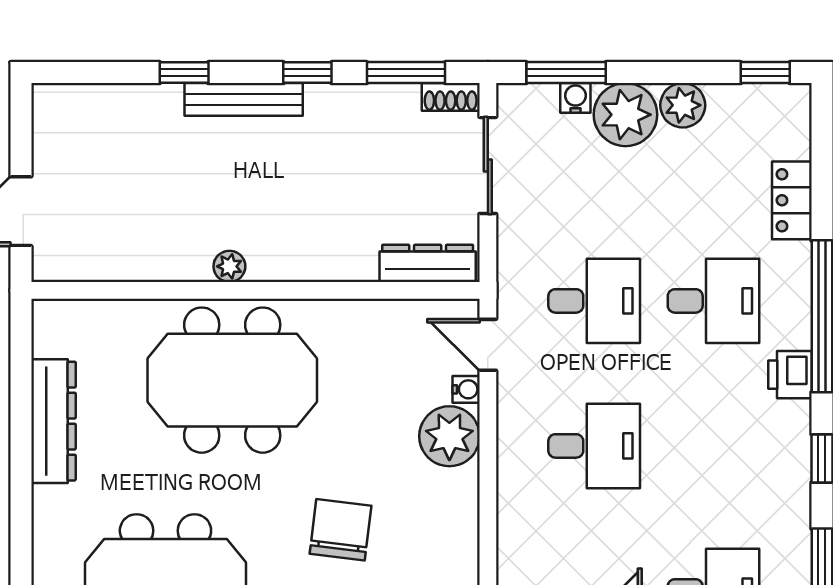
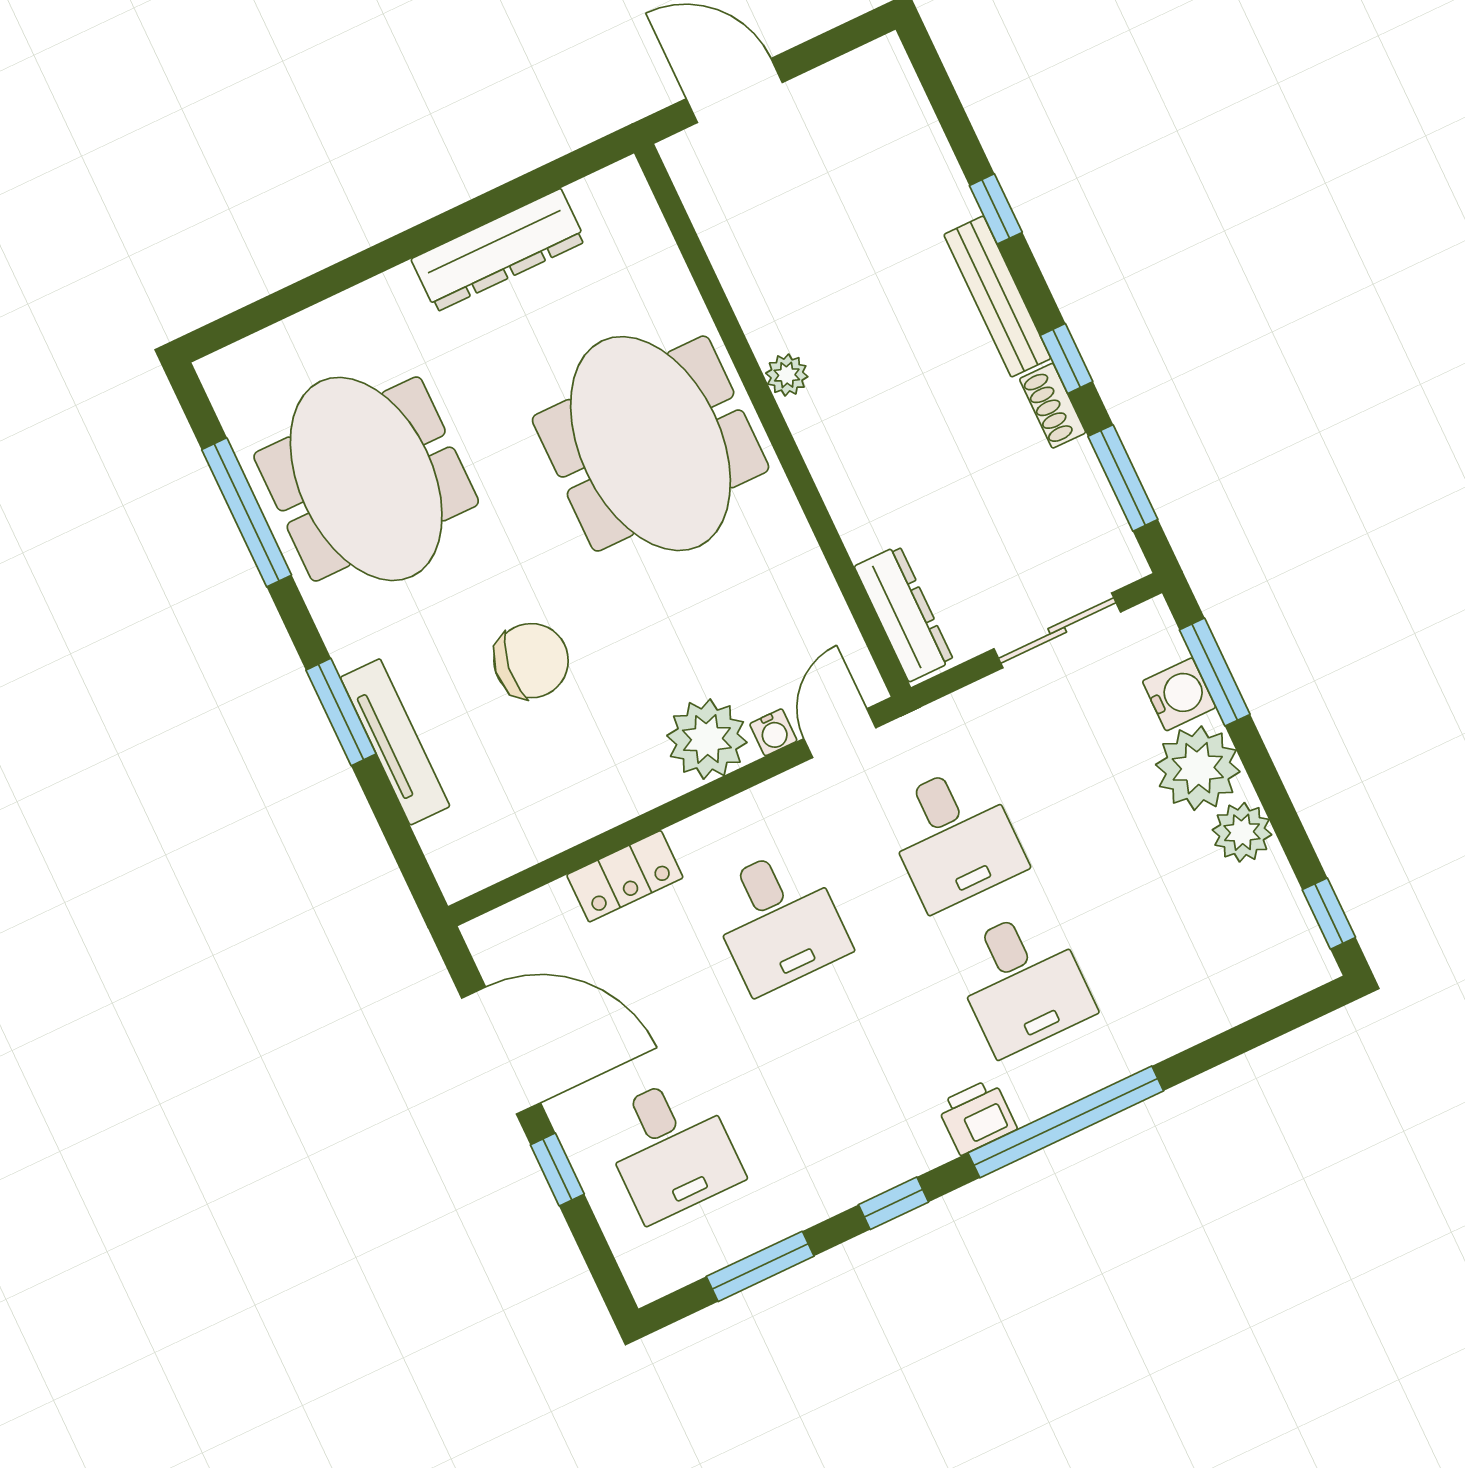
shoe rack: (451, 97) -> (1053, 406), moved
water cooler: (575, 98) -> (1179, 694), width x1.38, depth x1.38
locker: (792, 200) -> (625, 876), moved, turned 180

